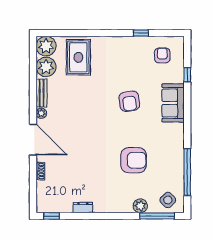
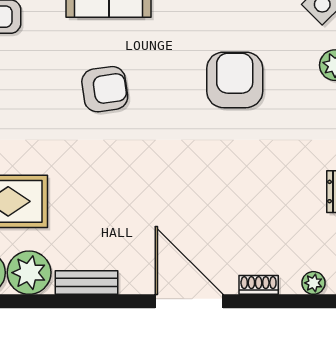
plant: (41, 113) -> (313, 283), moved
door: (33, 140) -> (189, 301), hinge flipped

